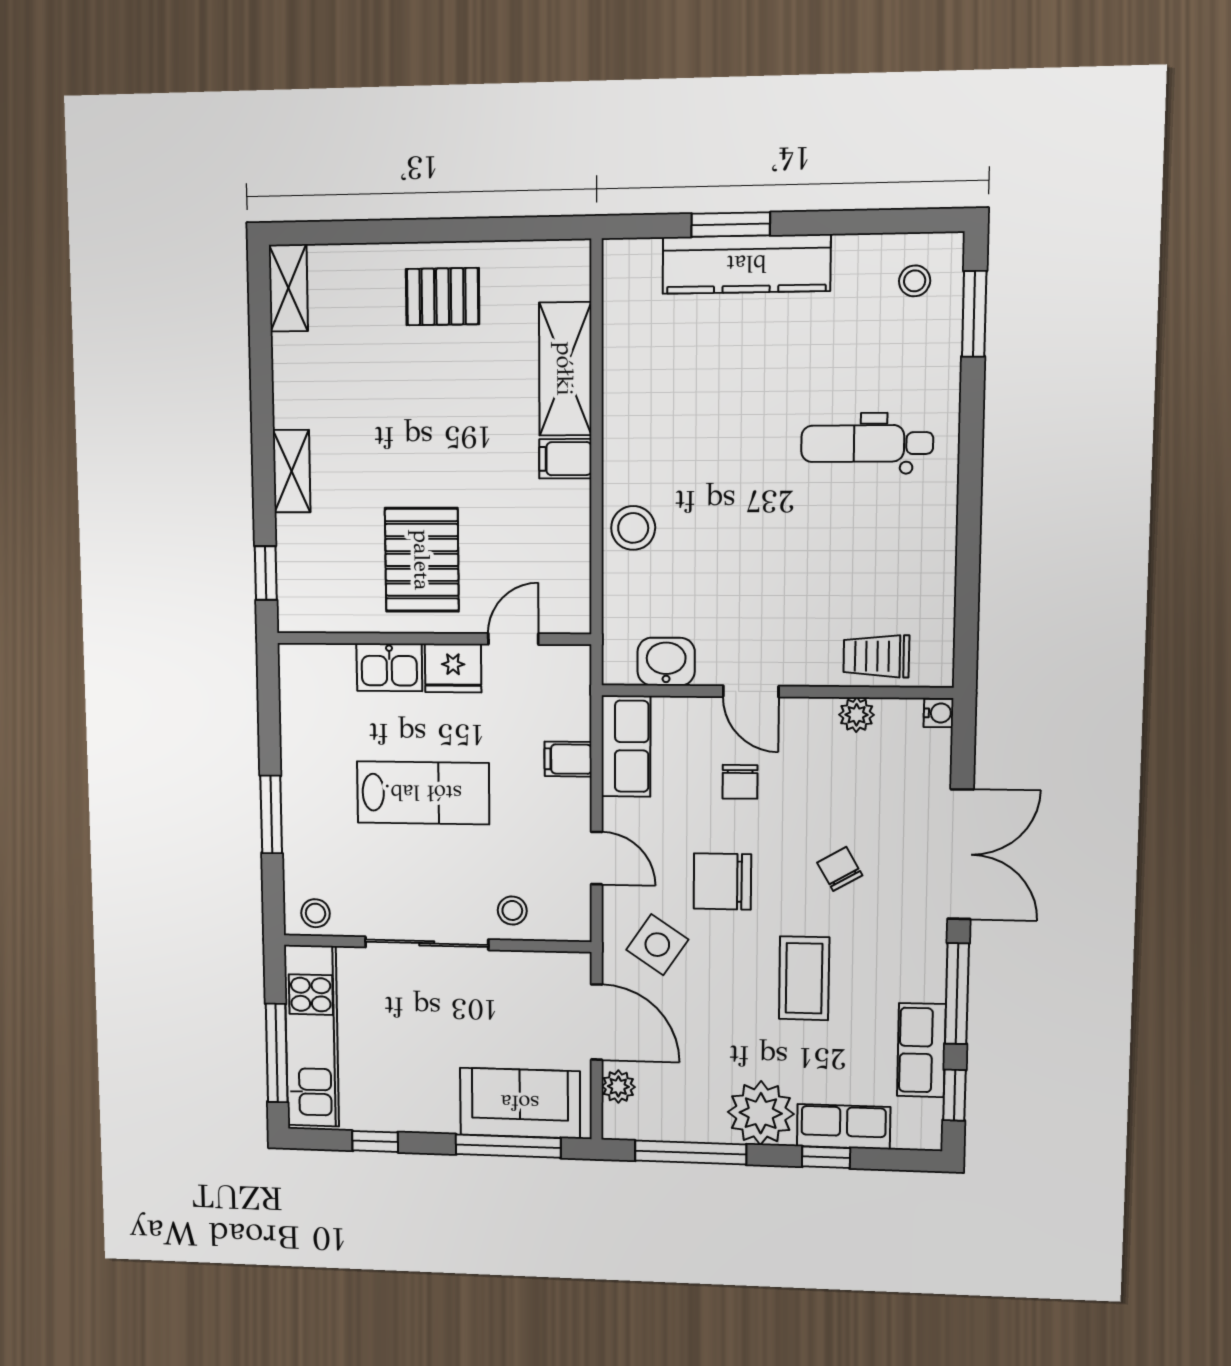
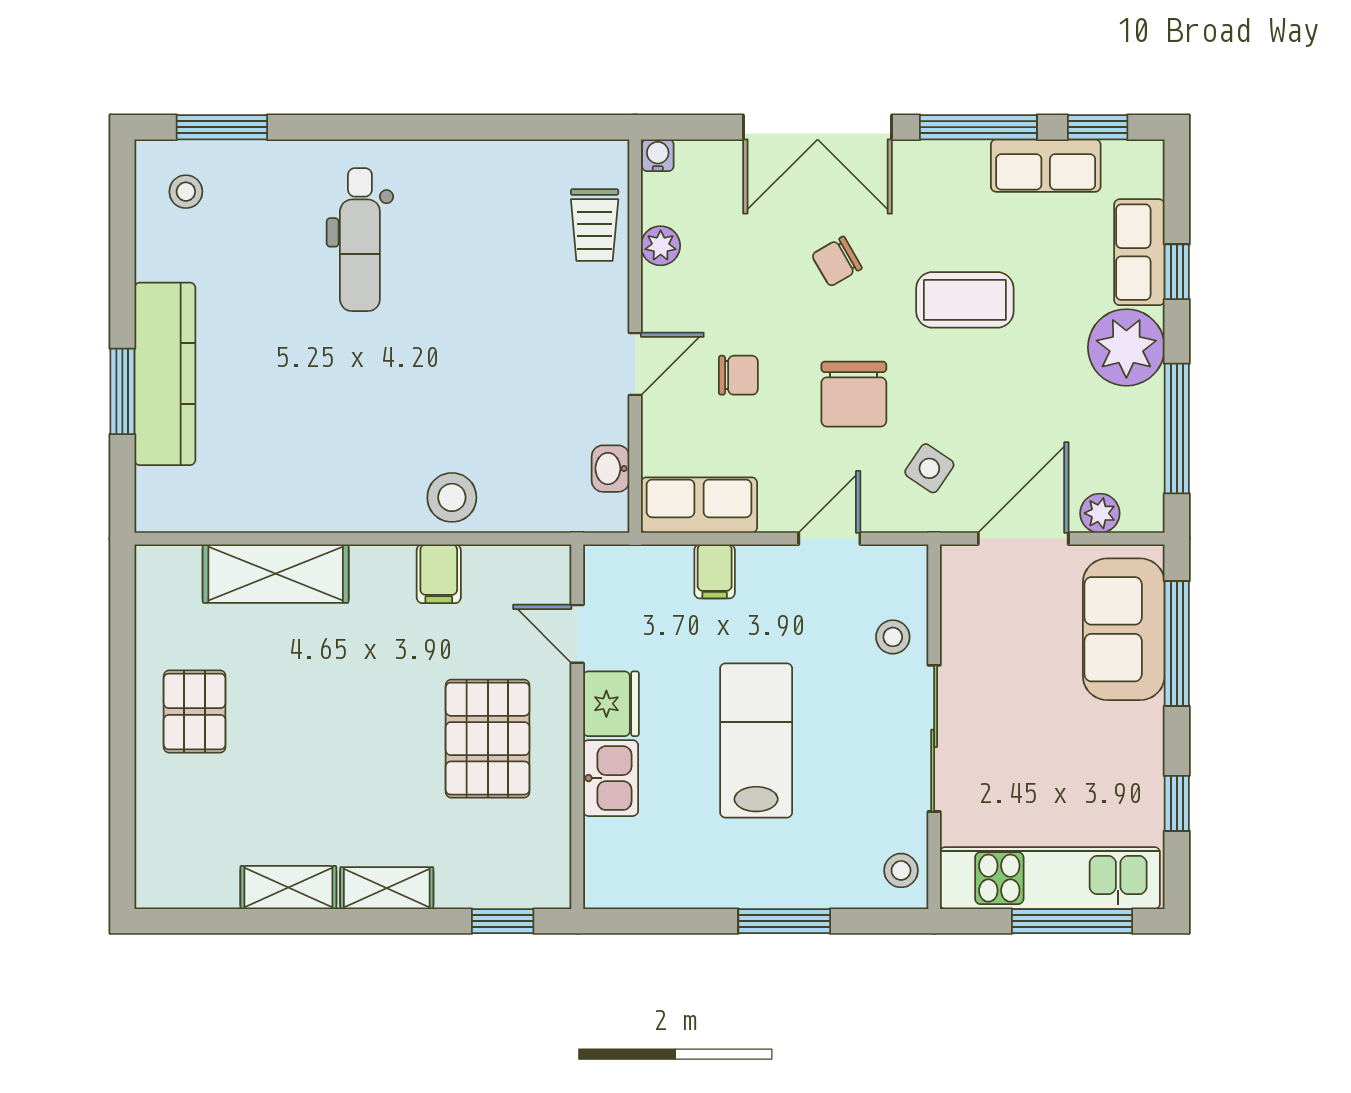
shelving: (288, 288) -> (288, 888), moved
filing cabinet: (565, 459) -> (439, 574), moved
pallet: (422, 560) -> (488, 739), turned 90
washbasin: (666, 662) -> (611, 469), width x0.72, depth x0.69
double door: (960, 854) -> (818, 127), swing flipped
side table: (657, 945) -> (929, 468), width x0.73, depth x0.73

